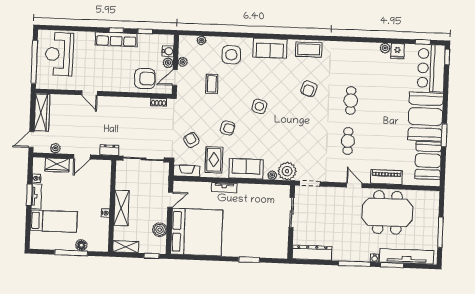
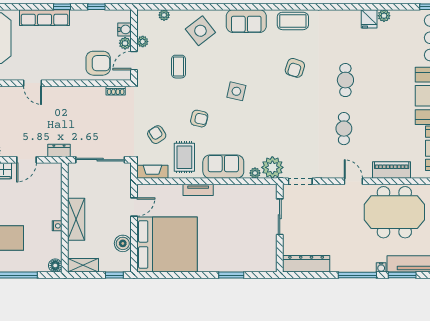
row of seats: (116, 39) -> (45, 18), moved
fridge: (397, 51) -> (369, 19), moved
side table: (231, 55) -> (200, 31), turned -38
floor lamp: (81, 245) -> (55, 265), moved

